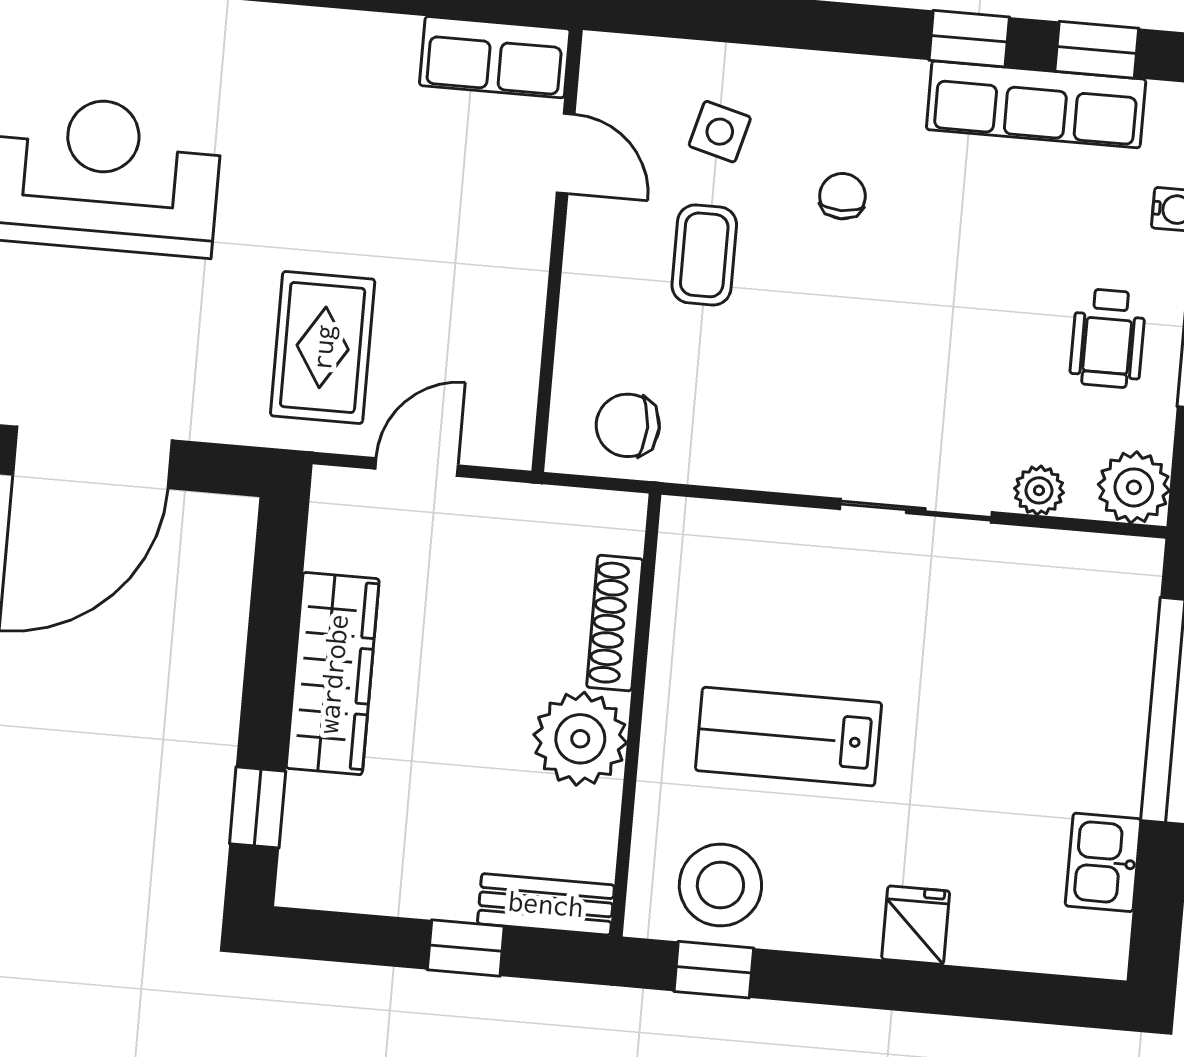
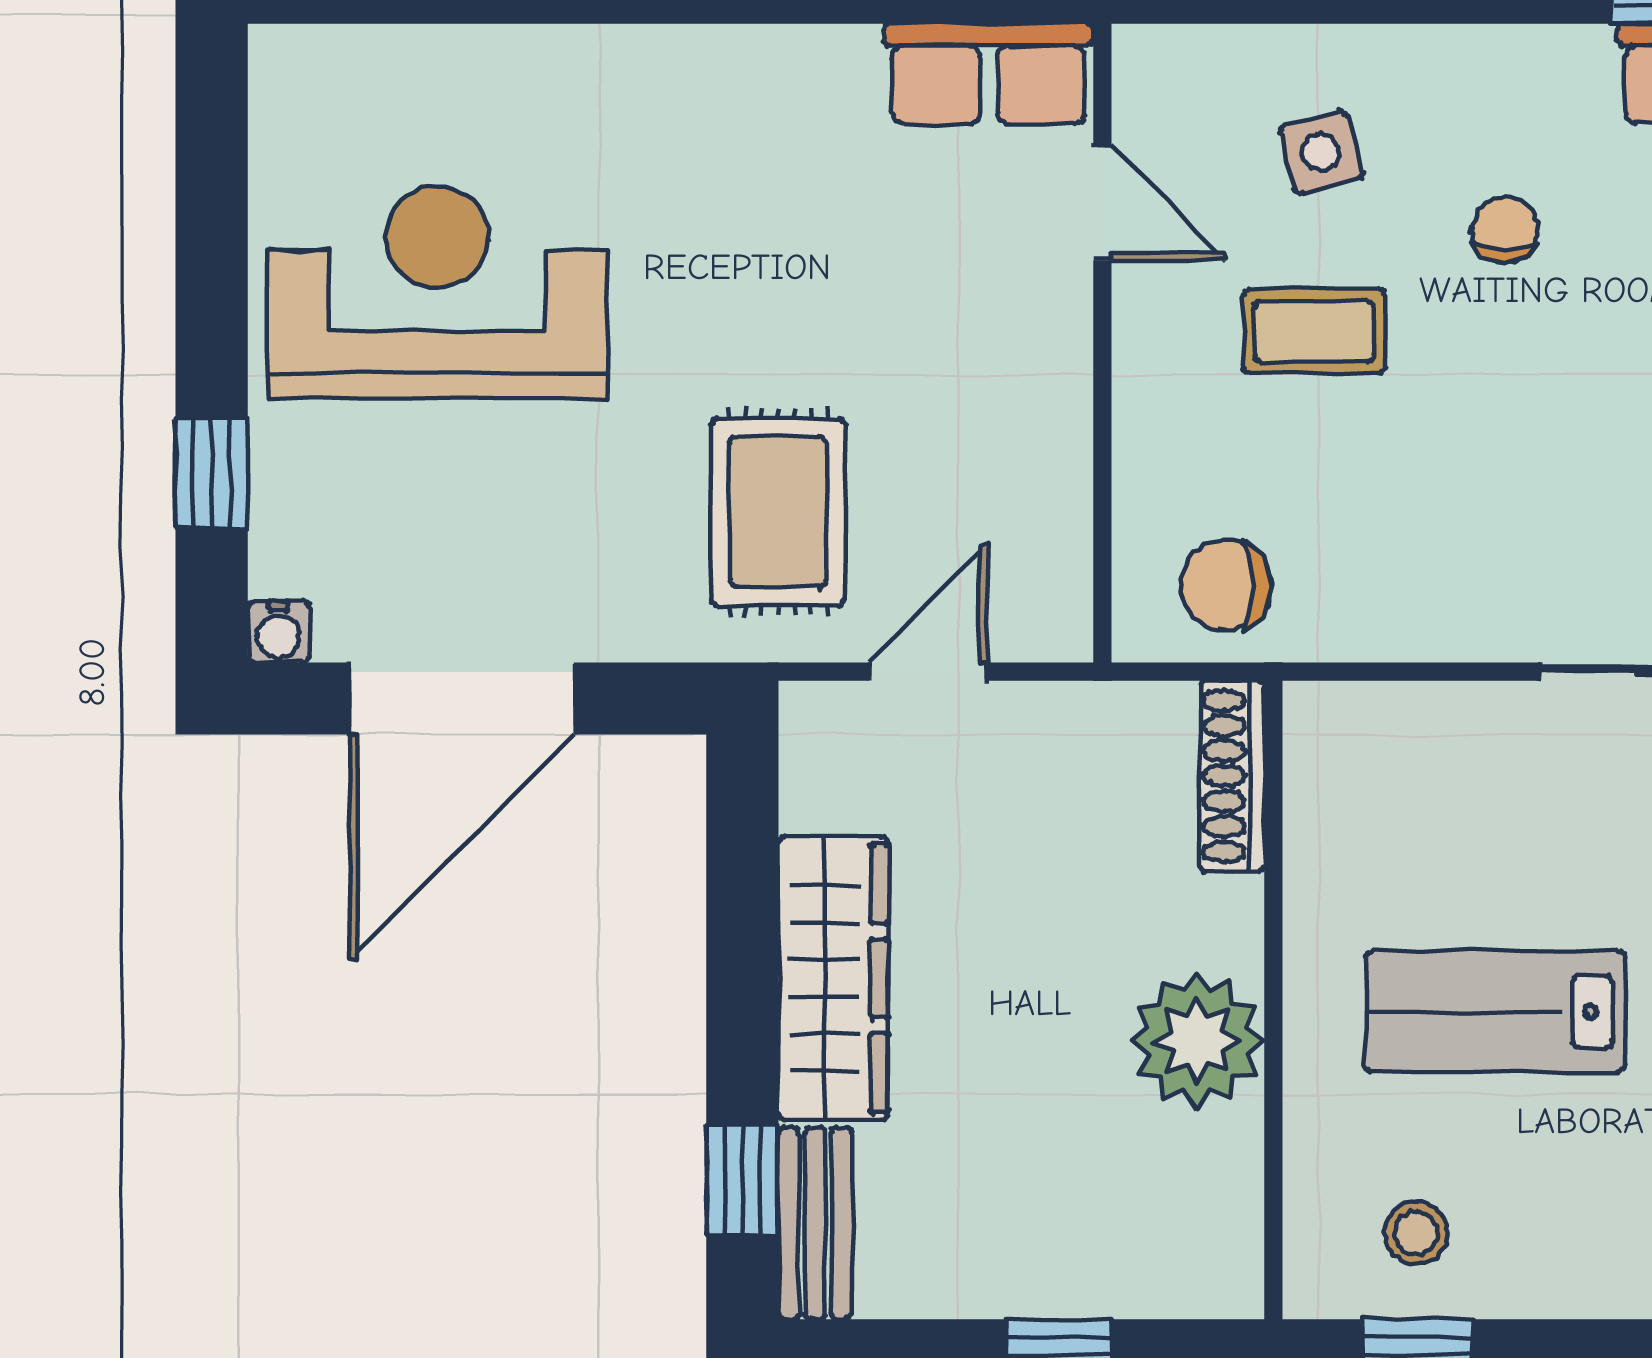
side table: (720, 132) -> (1321, 152), turned -30
coffee table: (704, 255) -> (1314, 331), turned 90
shoe rack: (615, 623) -> (1232, 776), moved
stool: (720, 885) -> (1416, 1233), width x0.53, depth x0.53
bench: (546, 904) -> (815, 1223), moved, turned 90

